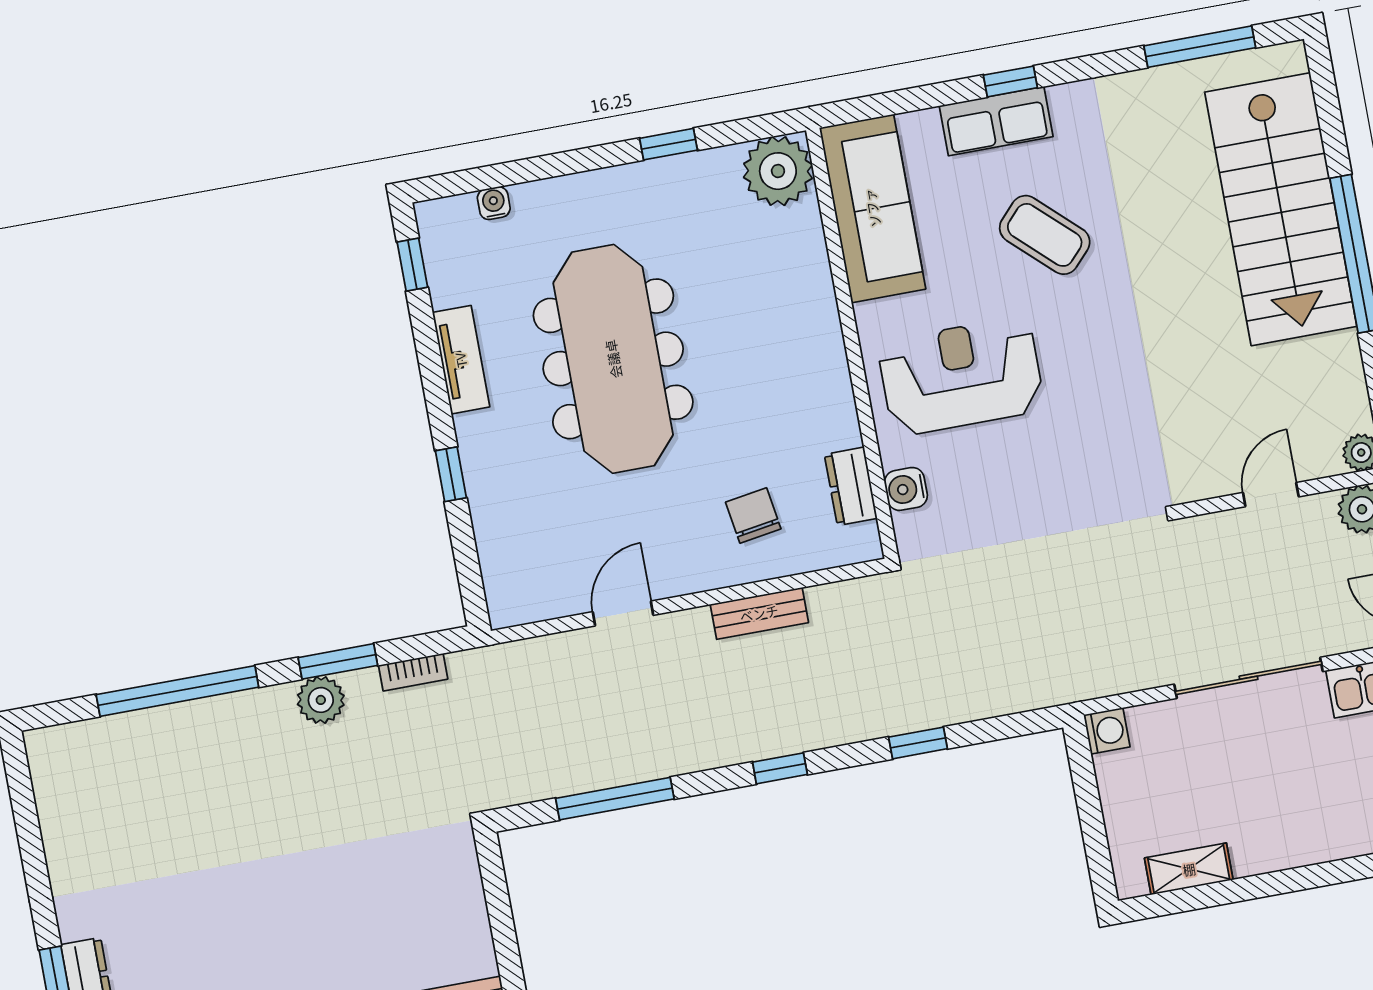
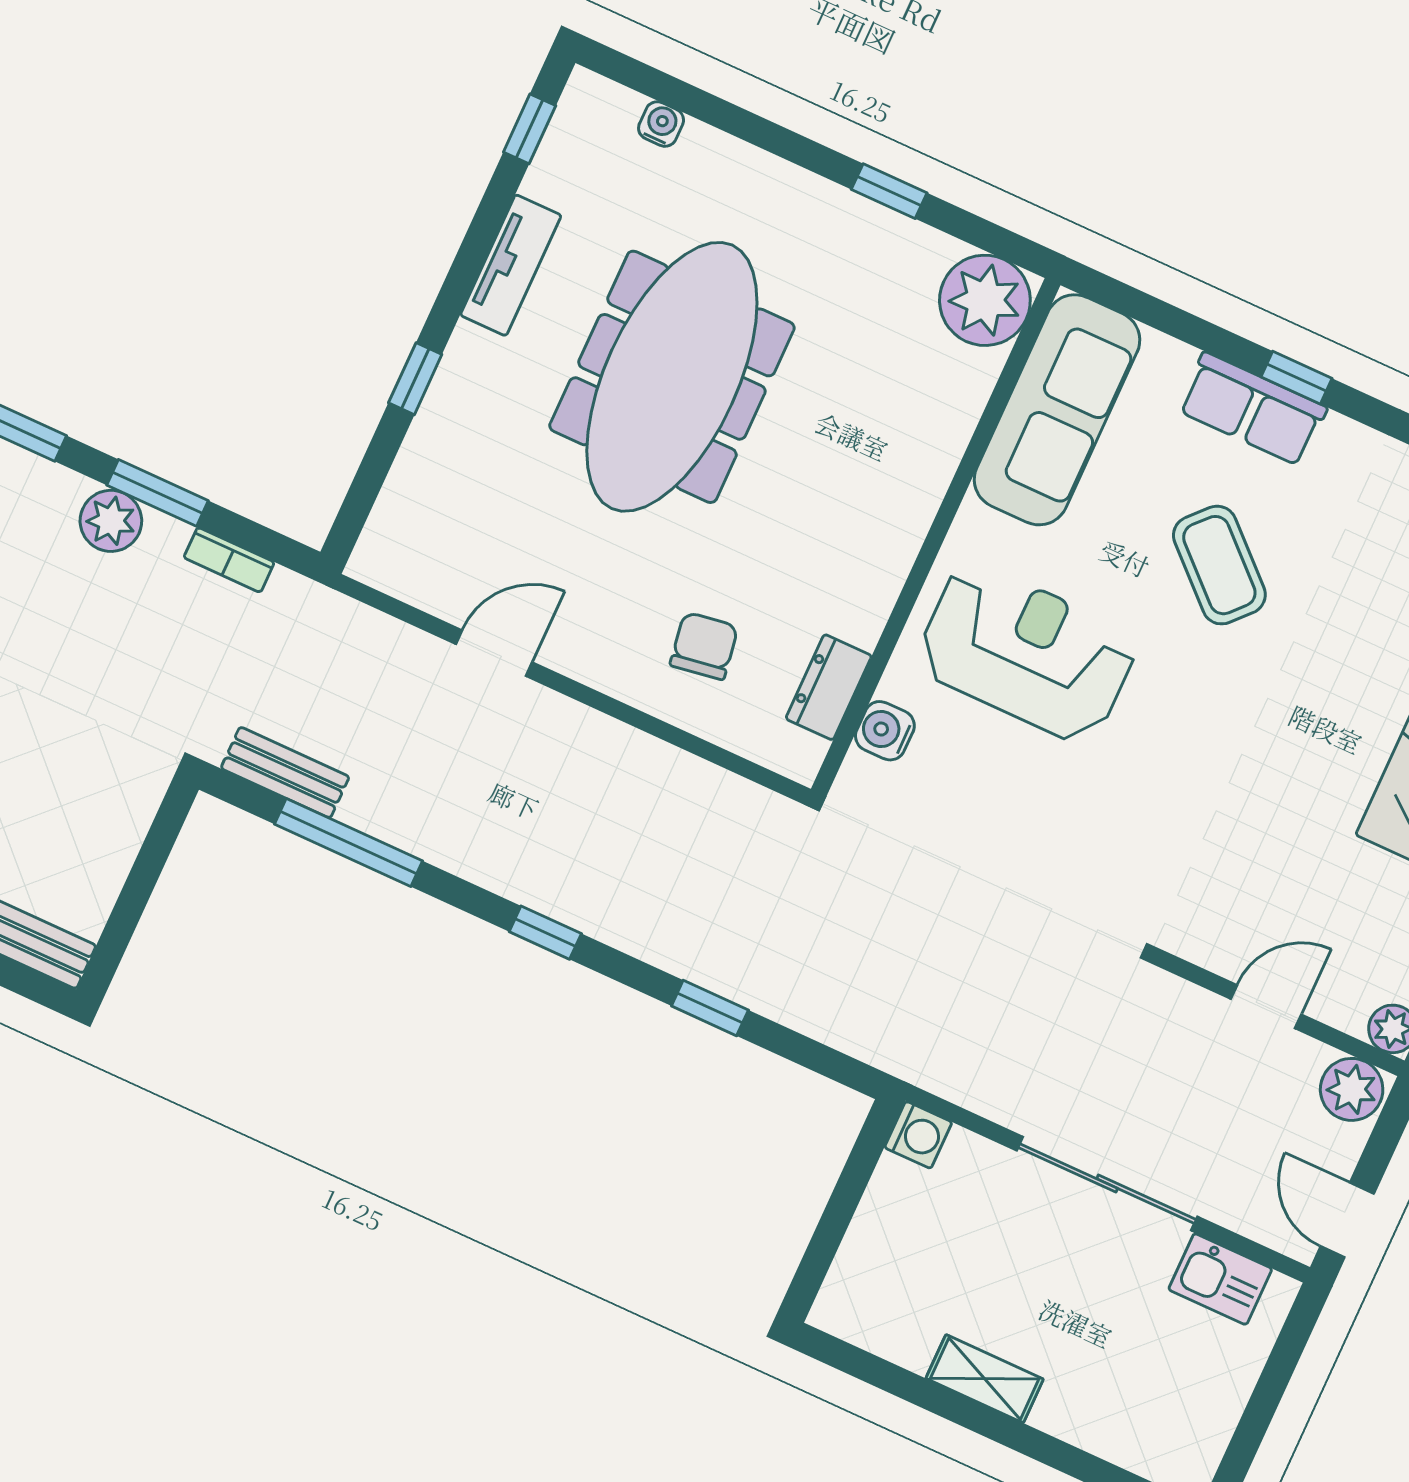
bench: (759, 613) -> (285, 773), moved
shelving: (1189, 869) -> (985, 1379), moved

